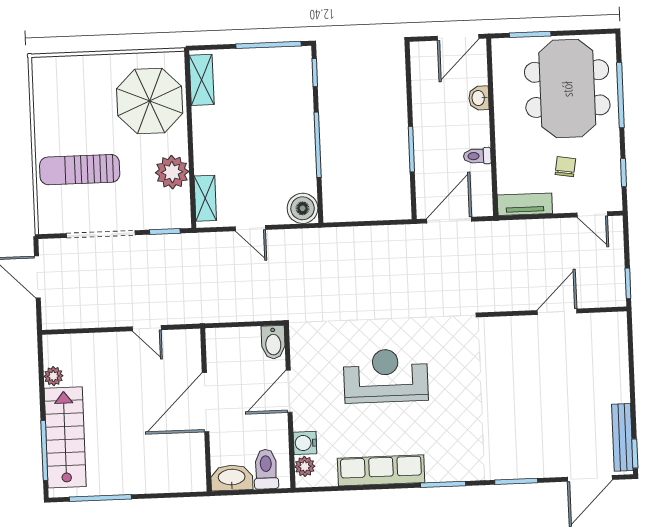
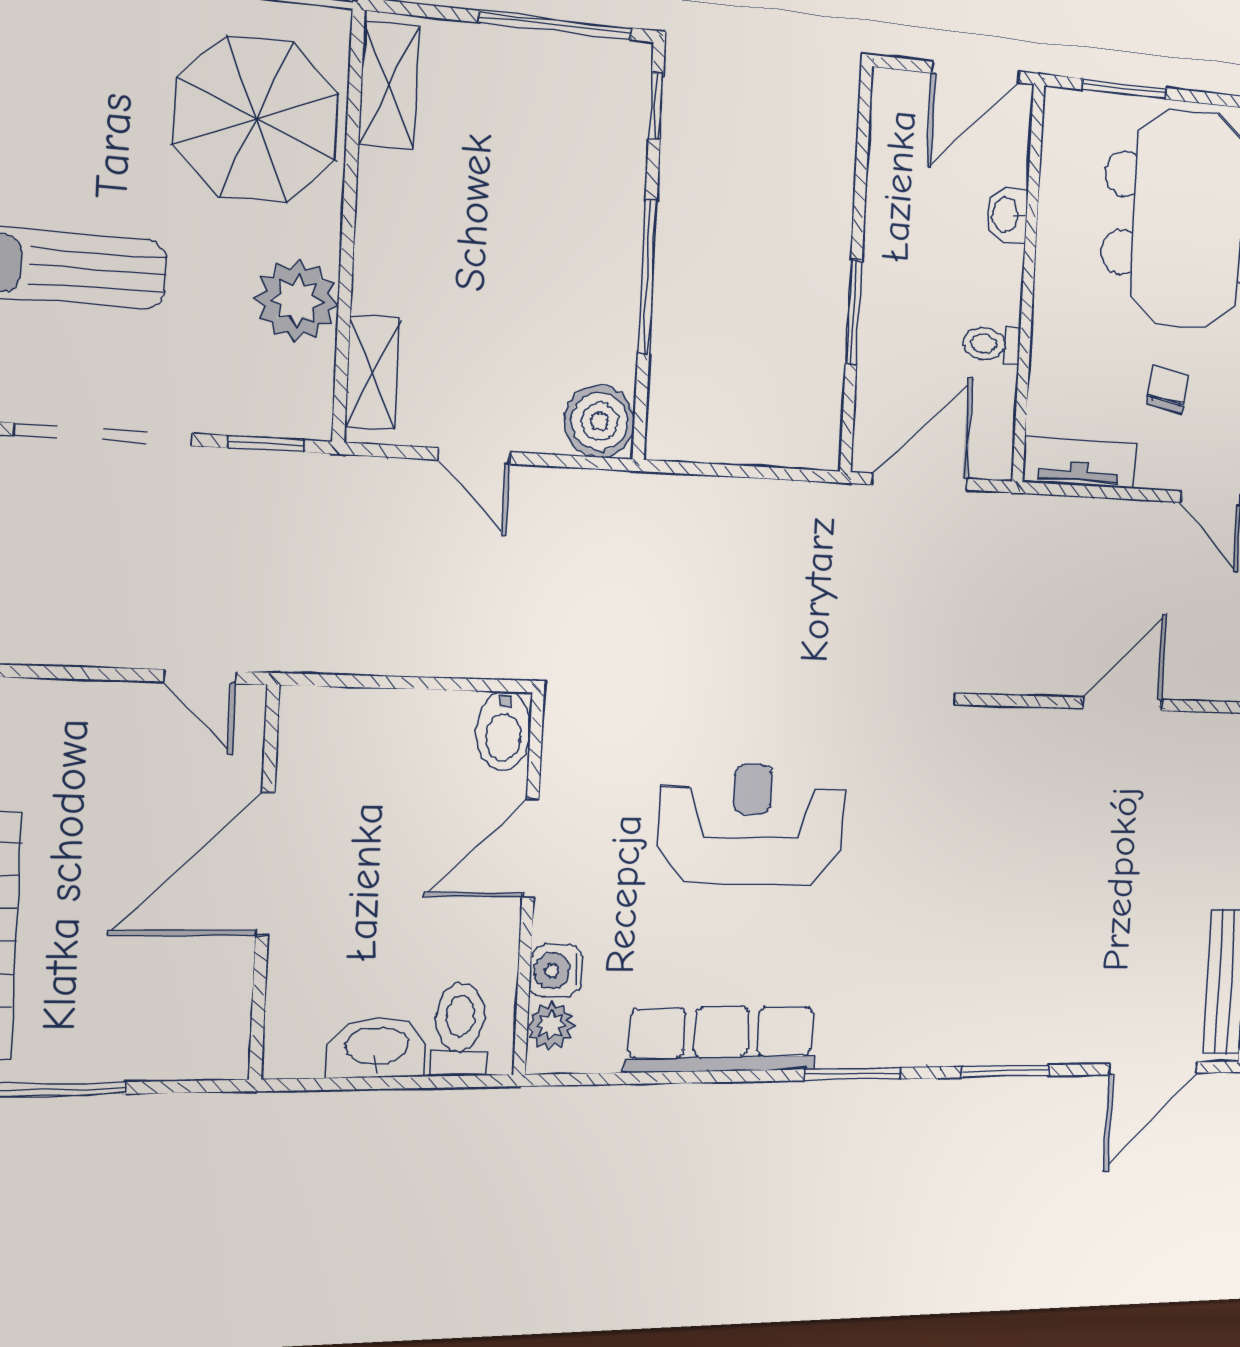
door: (206, 402) -> (265, 864), moved
wall: (206, 410) -> (264, 883), moved

